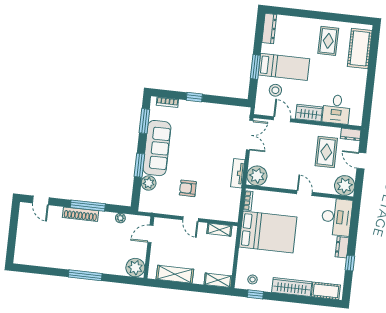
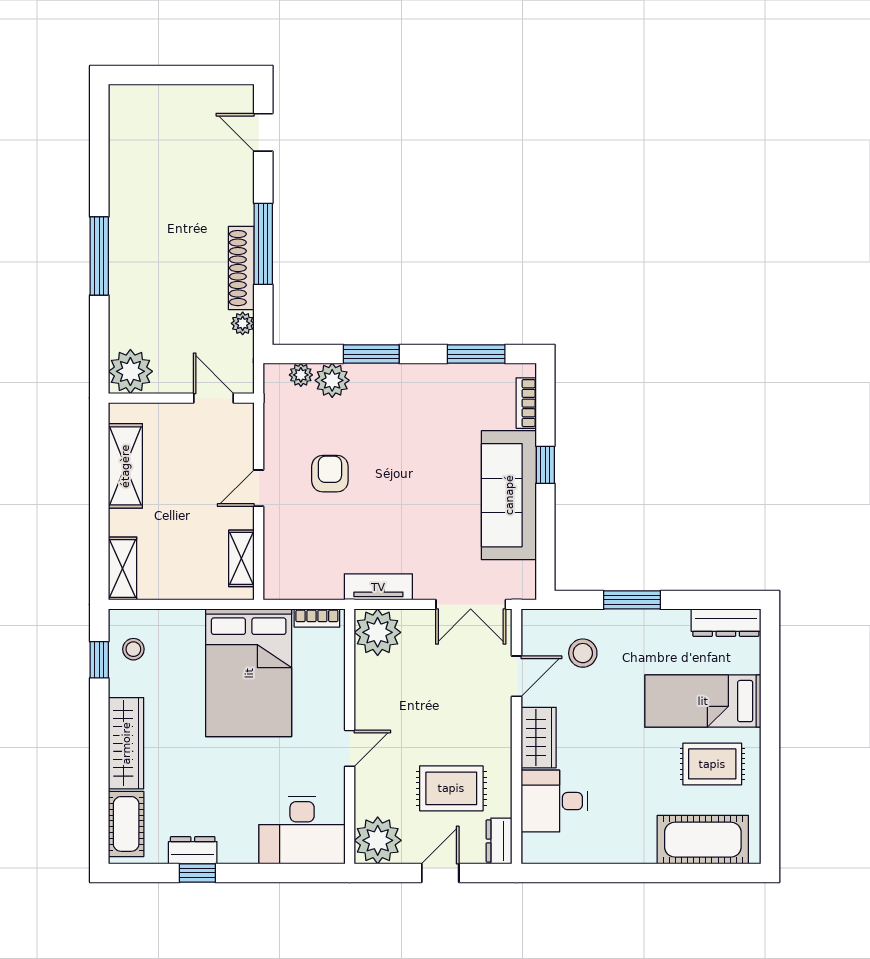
bed: (284, 67) -> (703, 701), moved, turned 90
sofa: (157, 148) -> (509, 495), moved, turned 90
plant: (145, 196) -> (301, 375), added
door: (41, 200) -> (263, 132), hinge flipped
shoe rack: (80, 214) -> (241, 268), moved
dresser: (342, 247) -> (193, 850), moved

